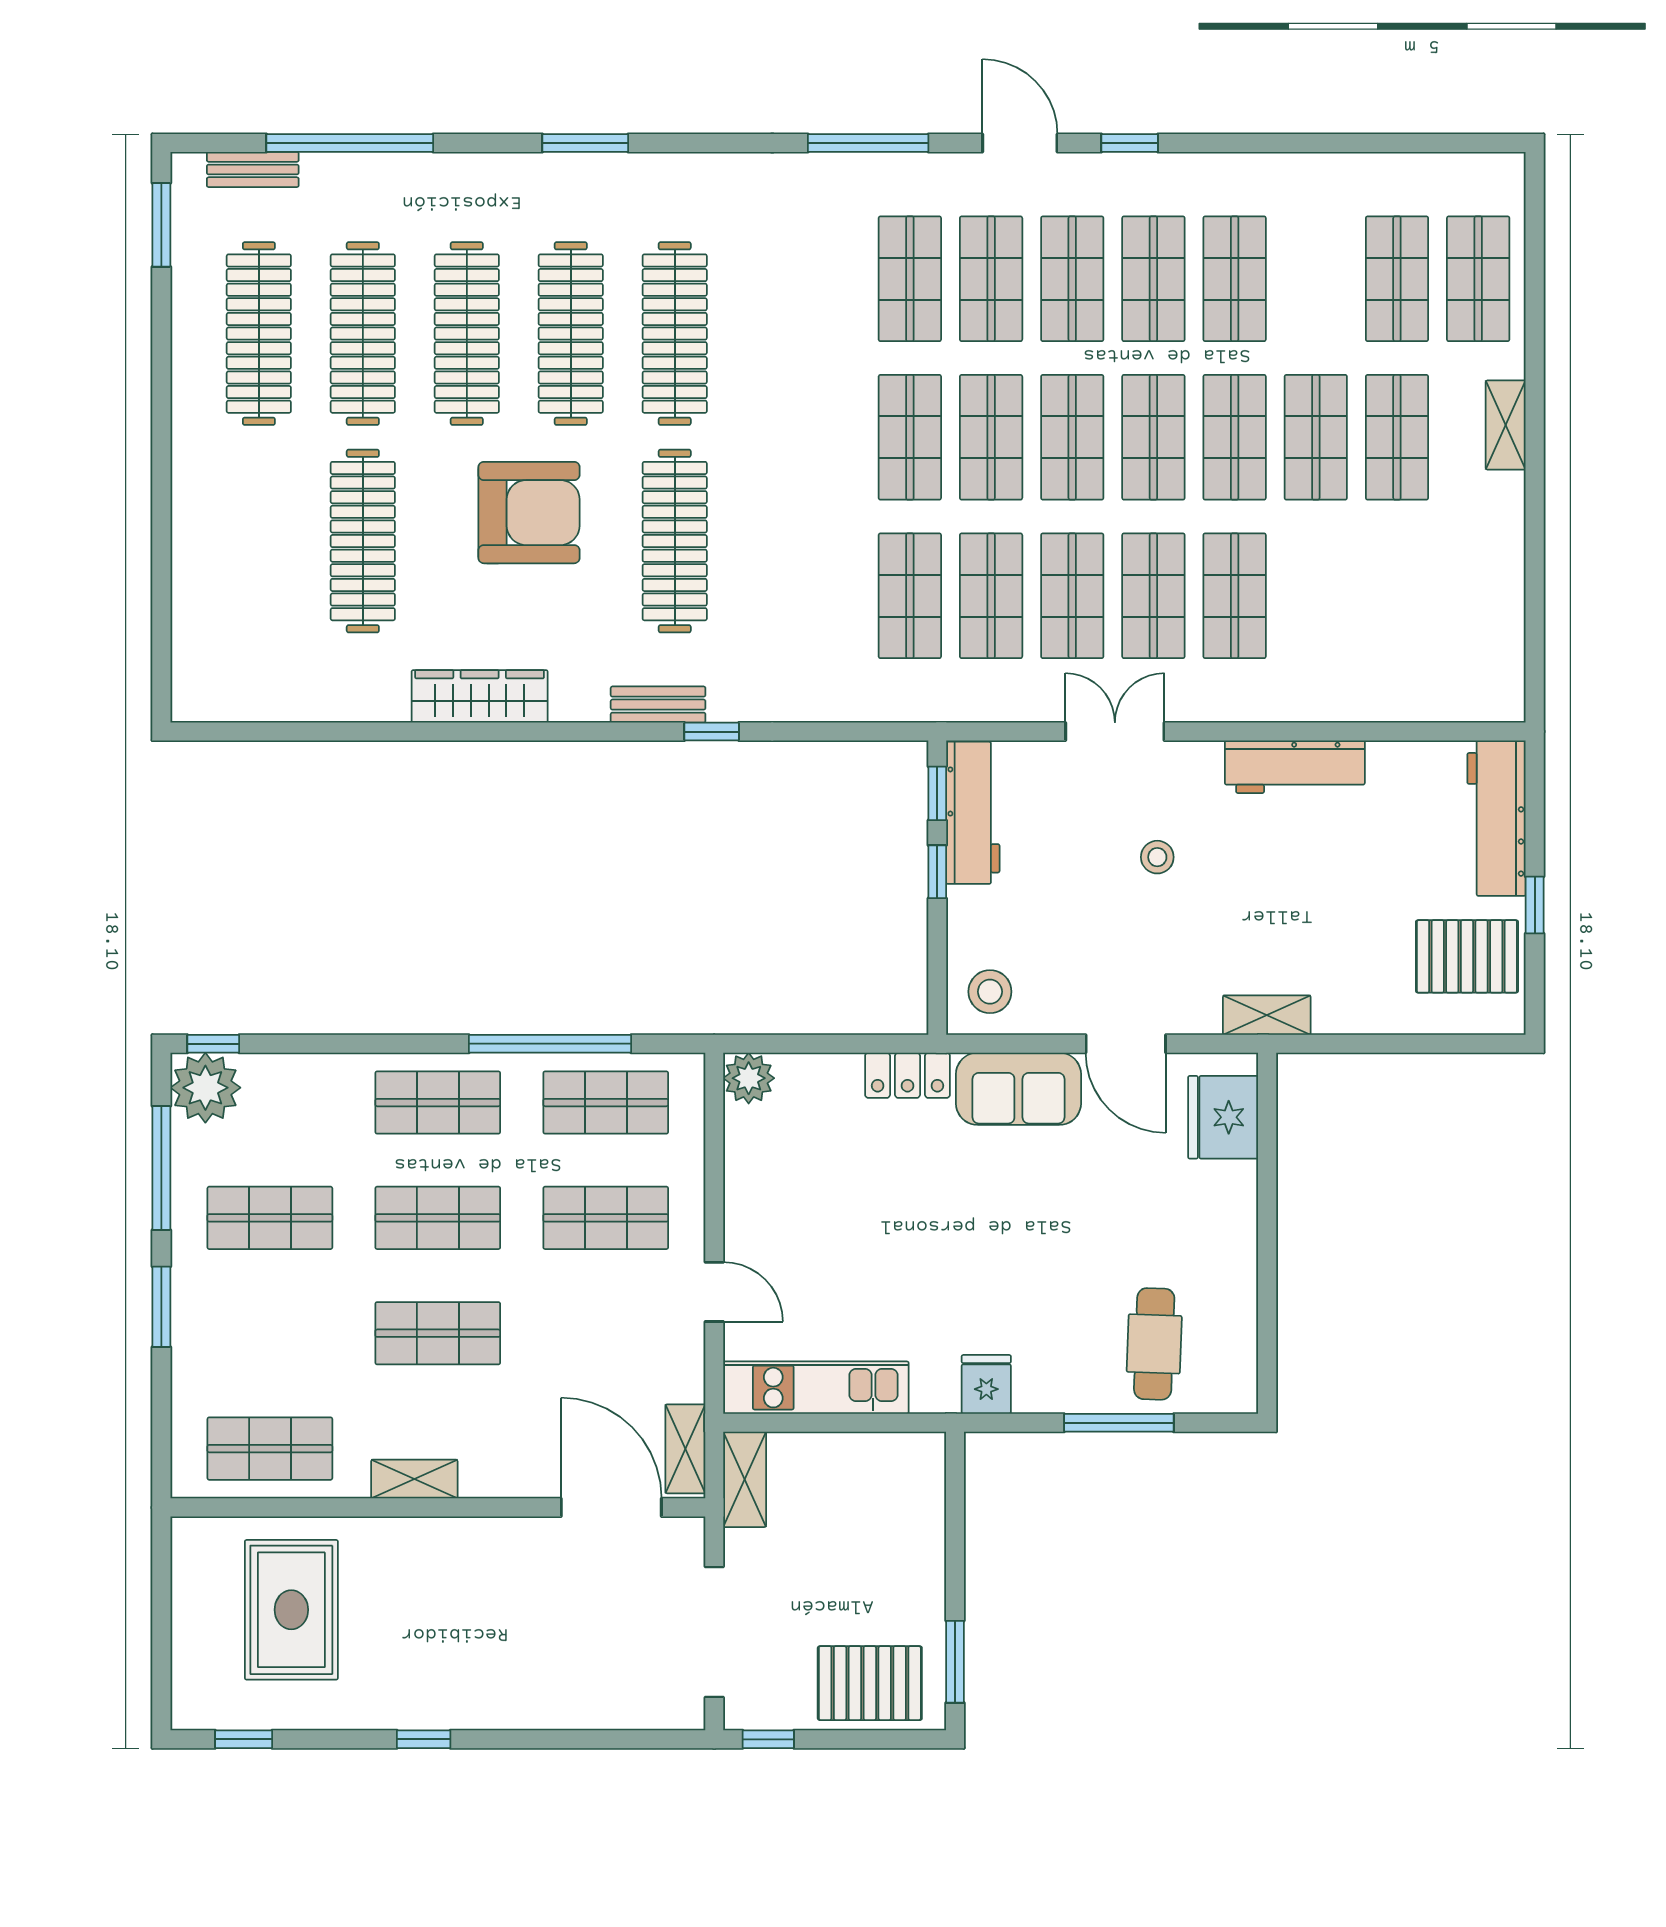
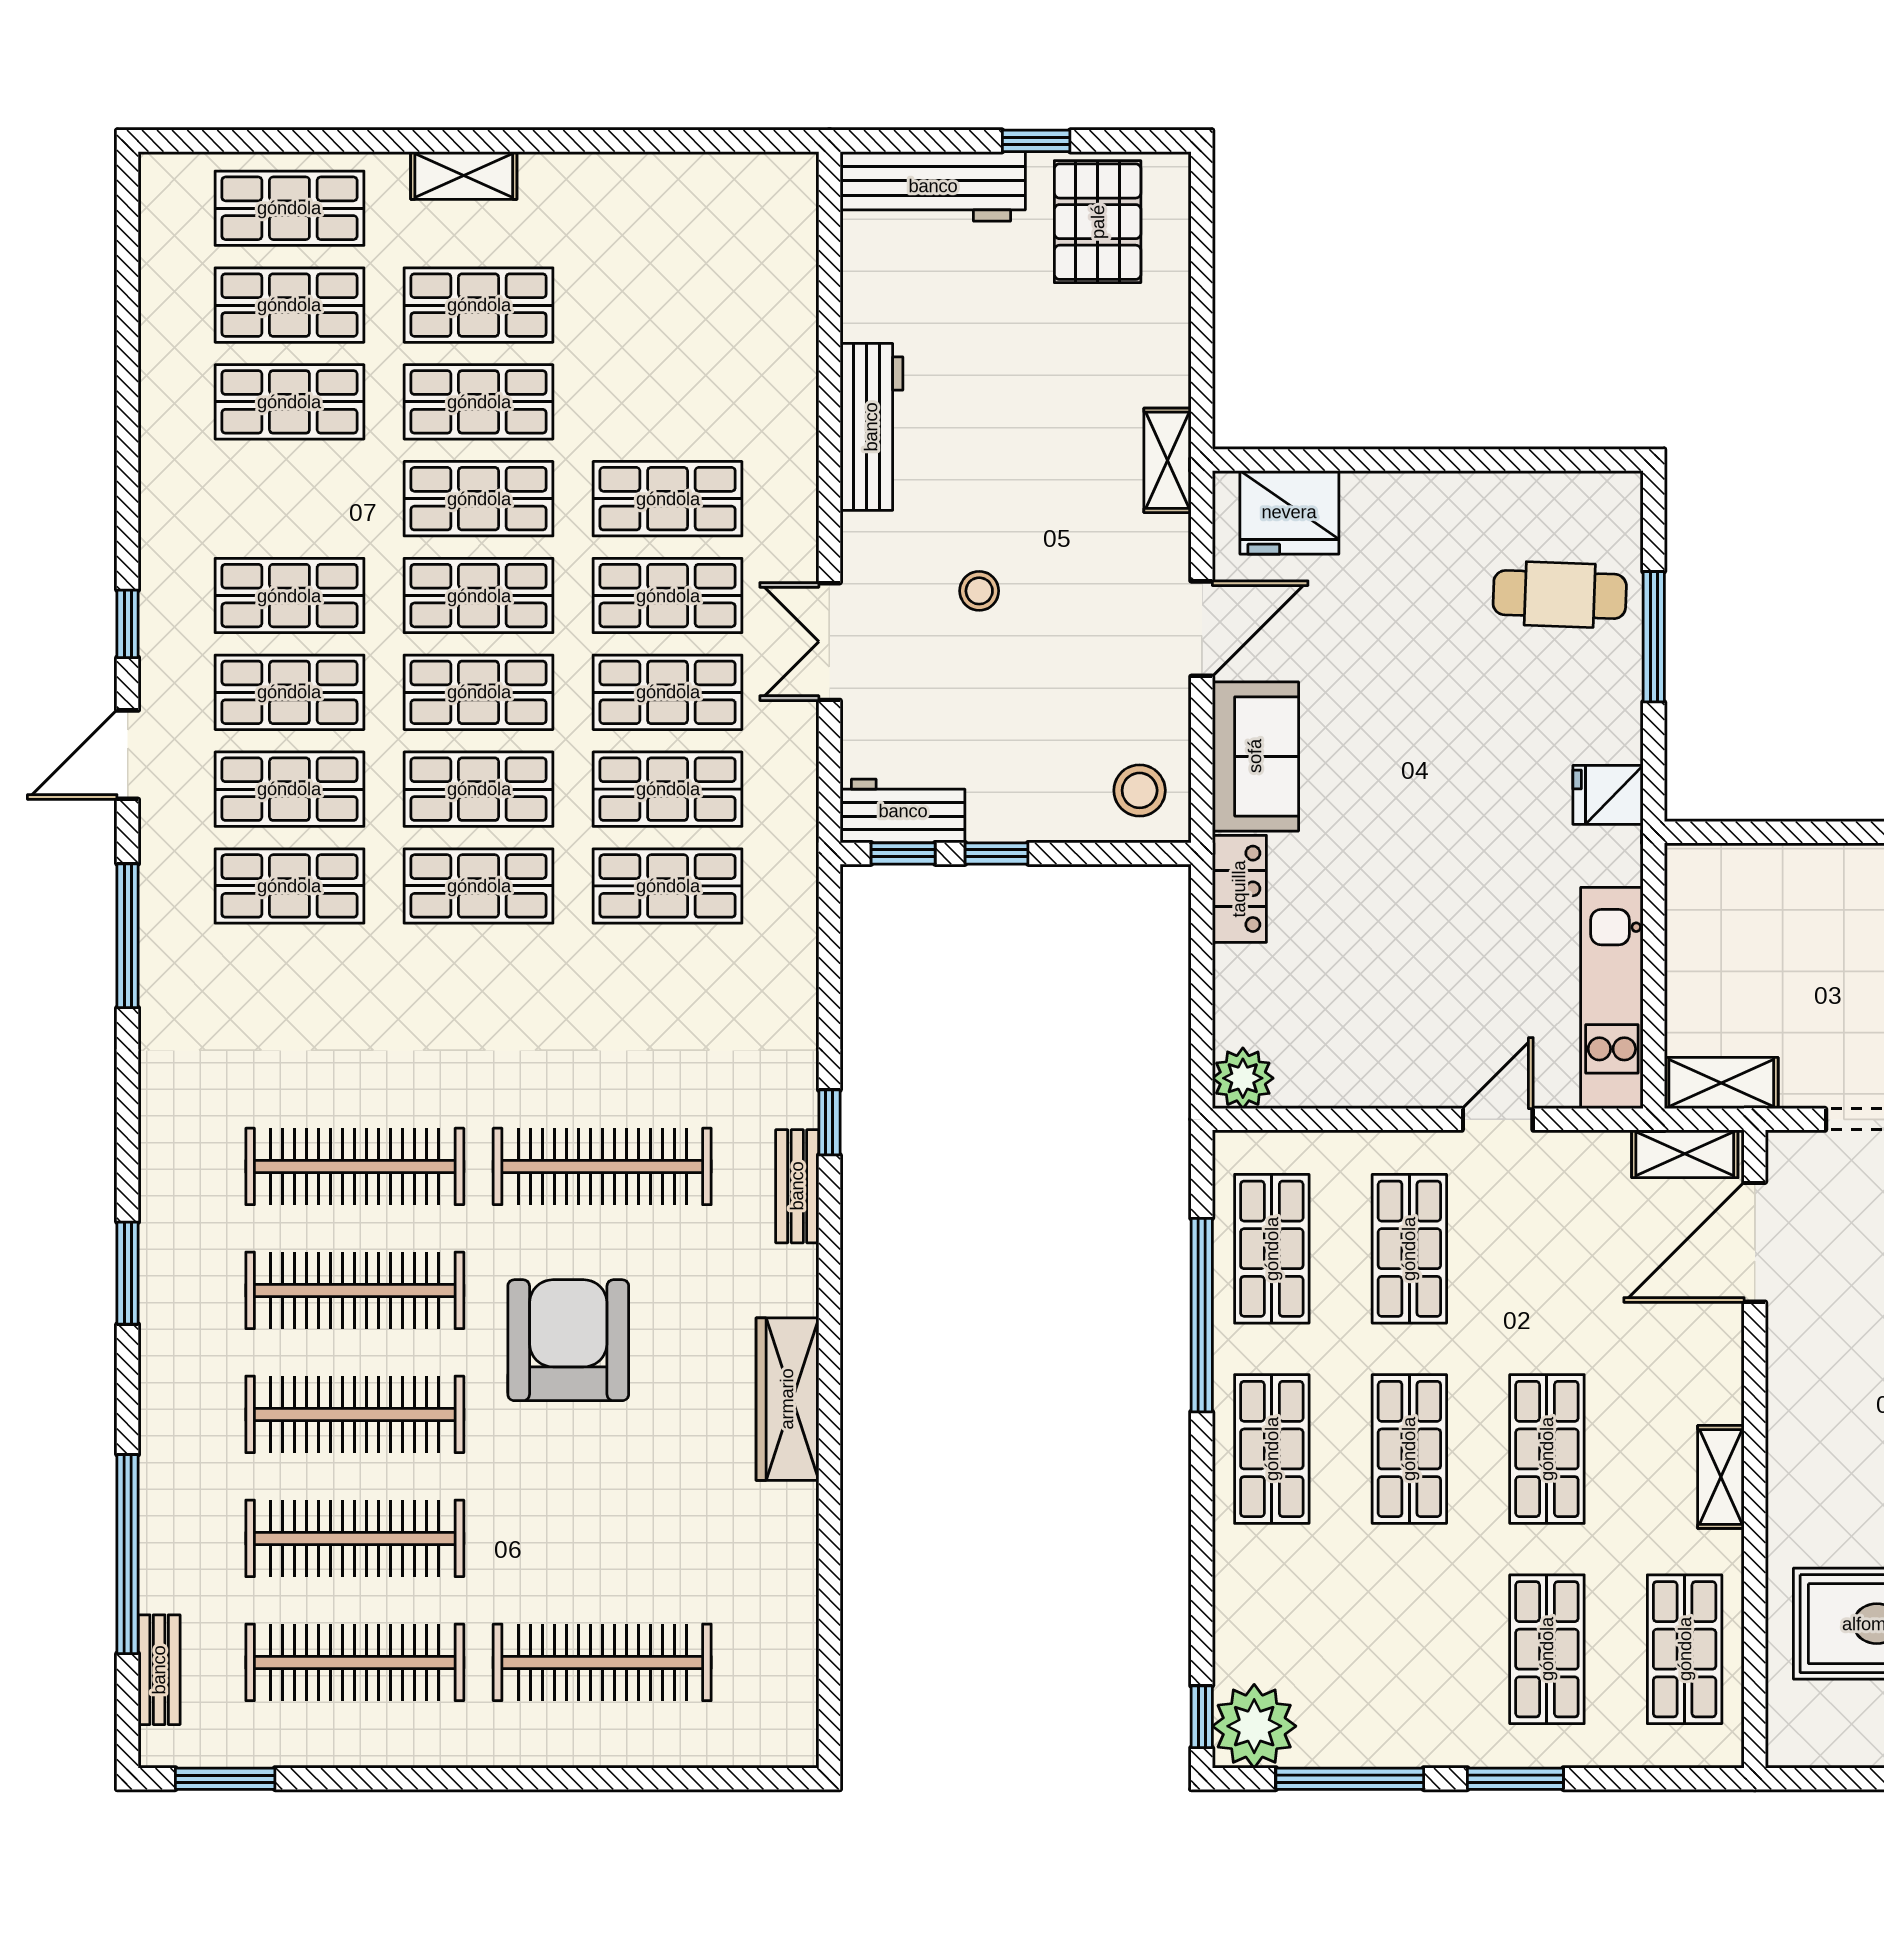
shop shelf: (1235, 279) -> (289, 402), moved
clothes rail: (363, 541) -> (602, 1662), moved
workbench: (973, 813) -> (903, 811), width x0.73
shop shelf: (270, 1218) -> (1547, 1649), moved

